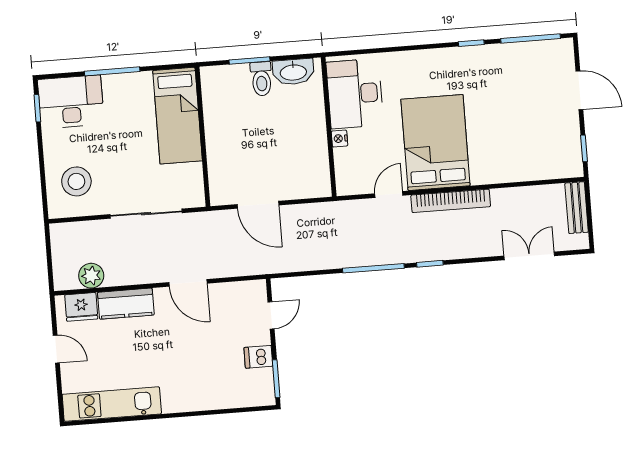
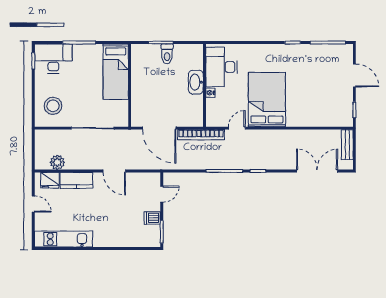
washbasin: (293, 72) -> (196, 82), moved, turned 90
bookcase: (451, 201) -> (201, 135), moved
door: (258, 205) -> (159, 128), width x1.36
double door: (529, 256) -> (317, 171), width x1.37

